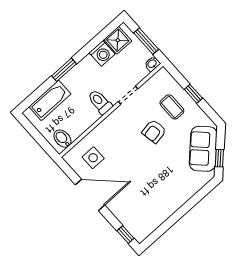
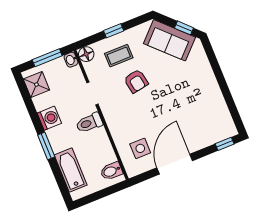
washing machine: (102, 53) -> (49, 118), moved
floor lamp: (163, 76) -> (86, 54), added

